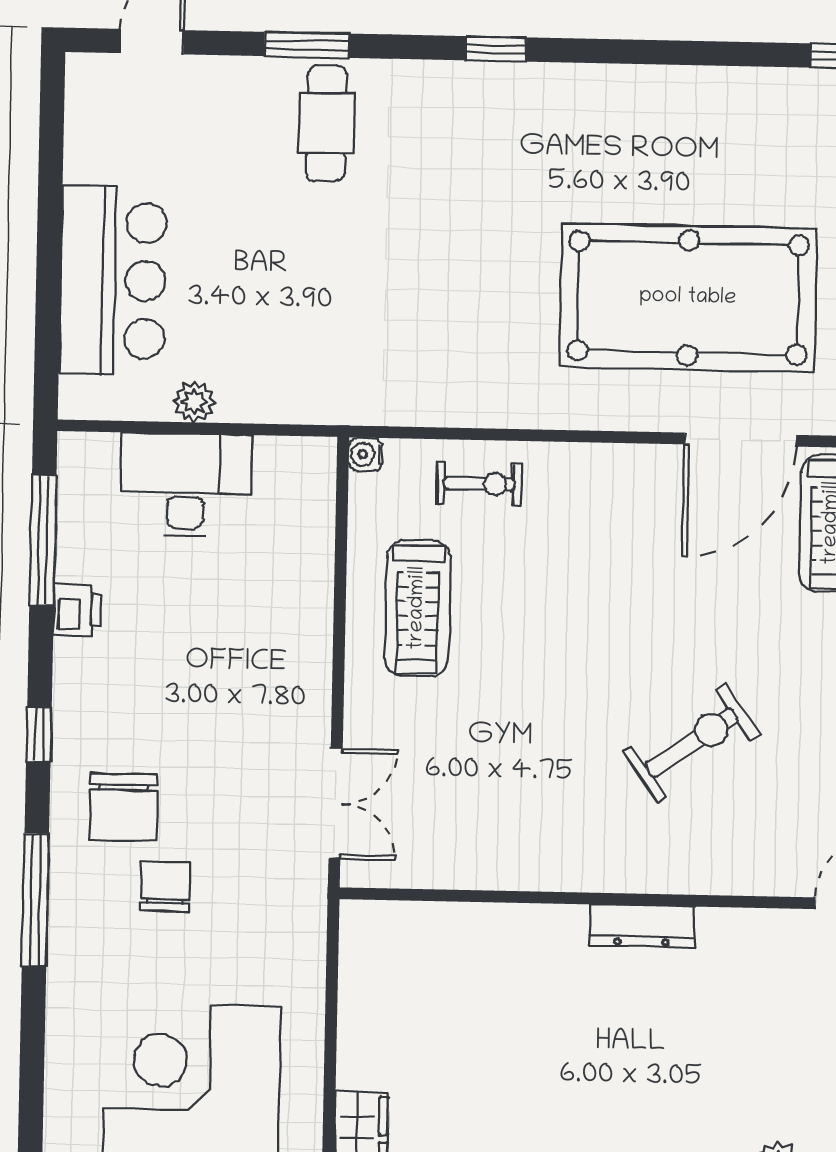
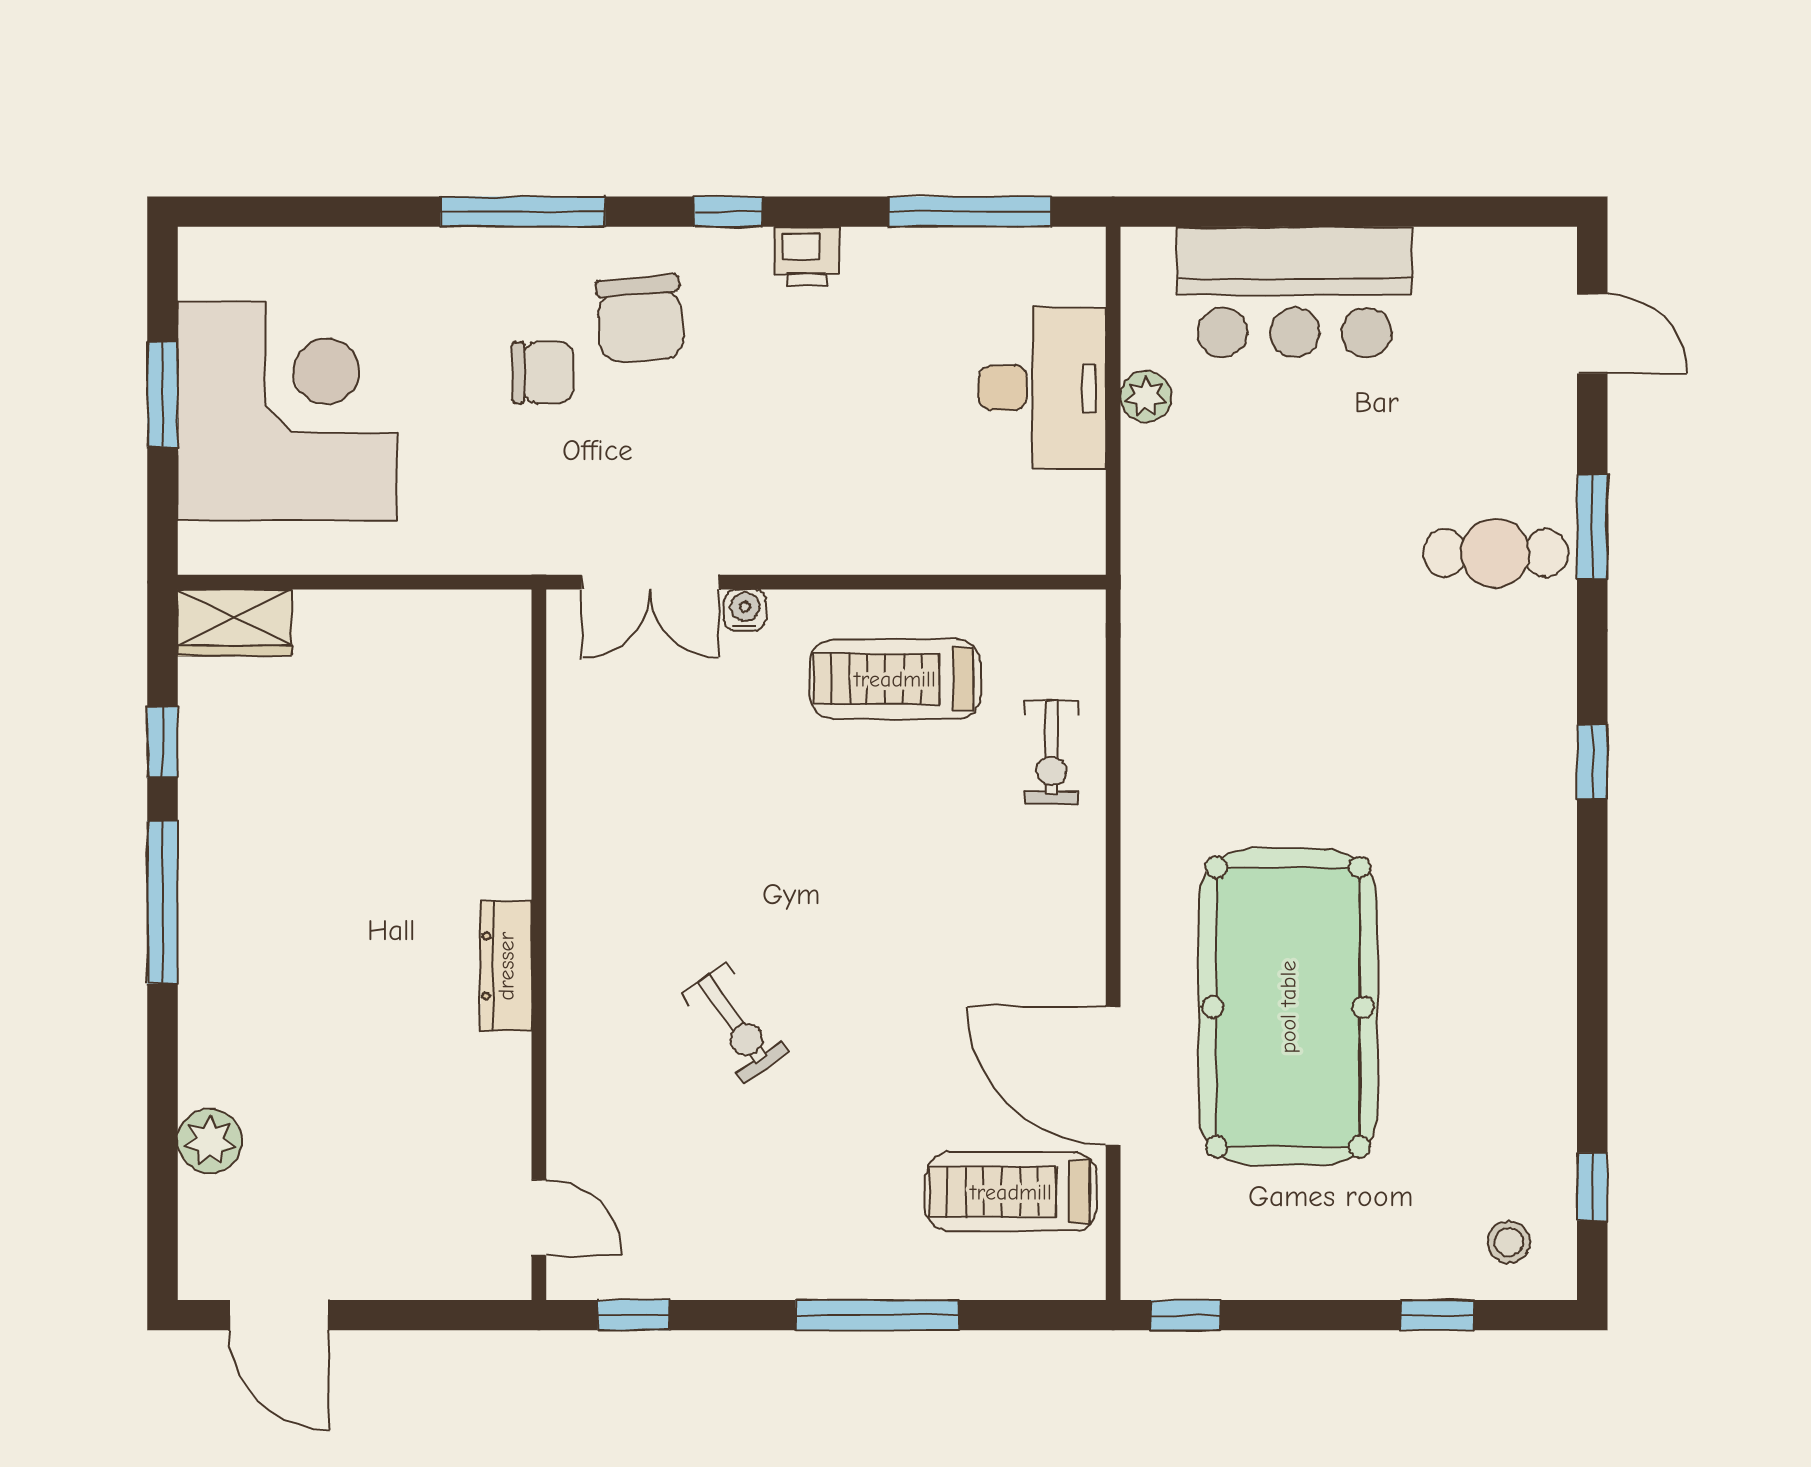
water cooler: (365, 454) -> (745, 610), moved
printer: (77, 610) -> (807, 256), moved
exercise bike: (692, 743) -> (735, 1023), width x0.73, depth x0.72
chair: (124, 807) -> (640, 319), turned -95

